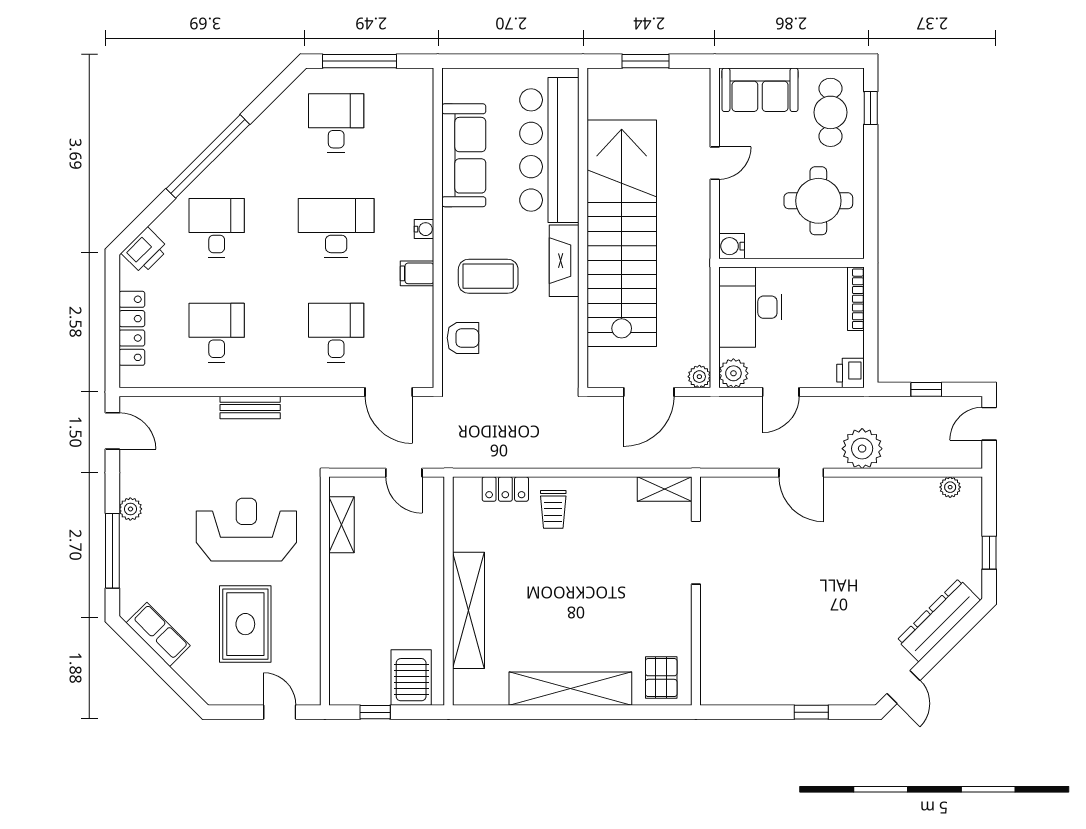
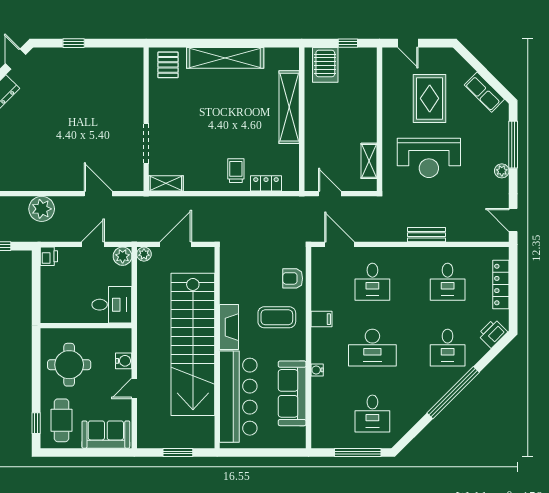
water cooler: (424, 229) -> (317, 370), moved
water cooler: (732, 246) -> (124, 361), moved
bookcase: (856, 299) -> (46, 303), removed
desk: (750, 307) -> (112, 305), width x0.73
door: (801, 473) -> (98, 194), moved

